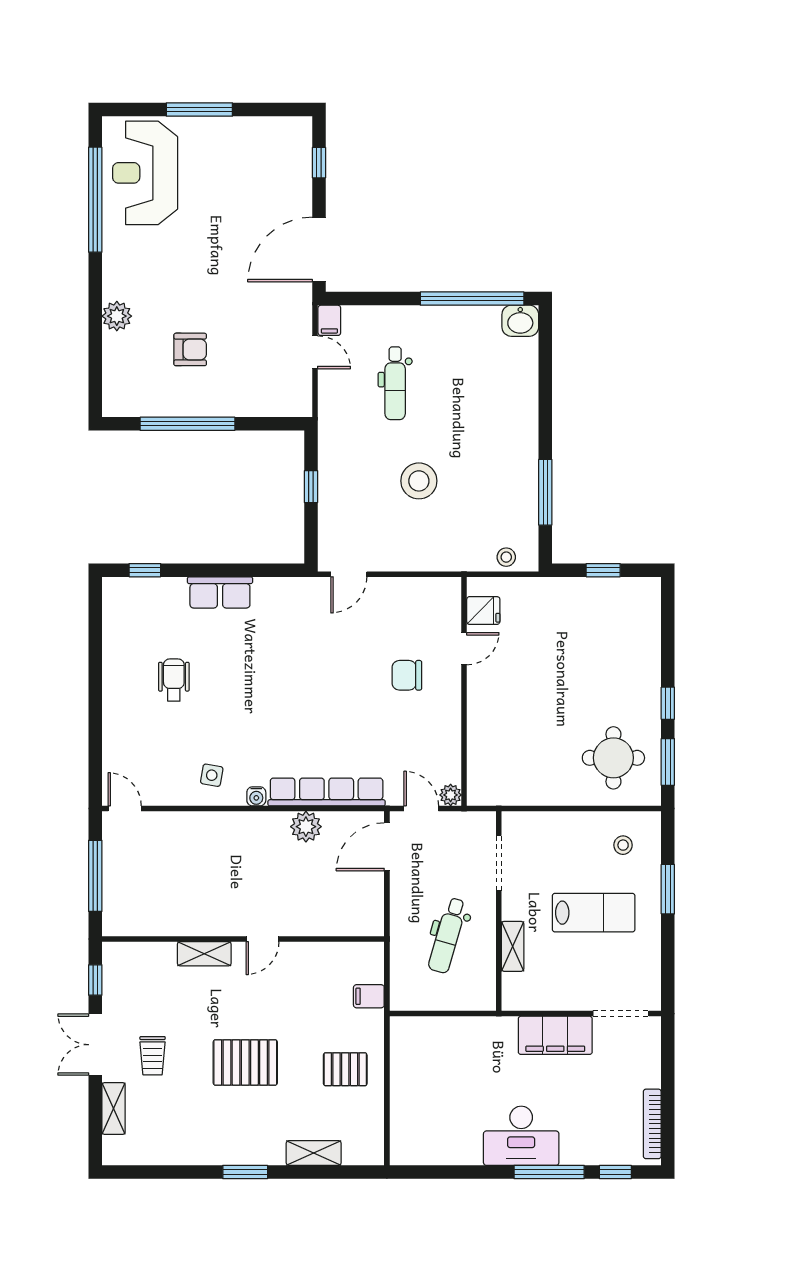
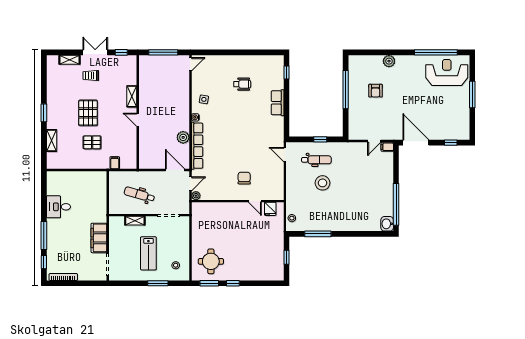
dental chair: (395, 383) -> (316, 160), moved, turned 180
pallet: (345, 1069) -> (92, 142), moved, turned 90
desk: (521, 1136) -> (58, 207), moved, width x0.73

